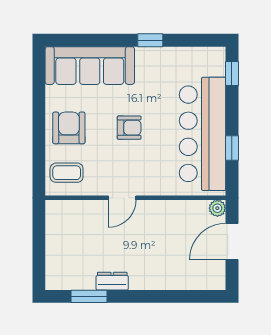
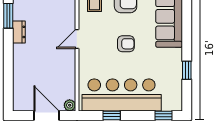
window: (150, 40) -> (187, 70), moved
armchair: (129, 128) -> (126, 44), turned -90
door: (122, 198) -> (77, 39), hinge flipped

